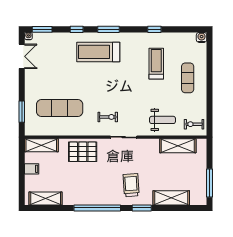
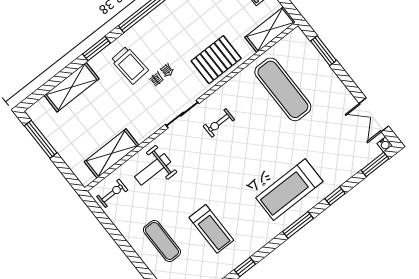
treadmill: (98, 52) -> (289, 190), turned 180
exercise mat: (60, 108) -> (283, 89), turned 90

